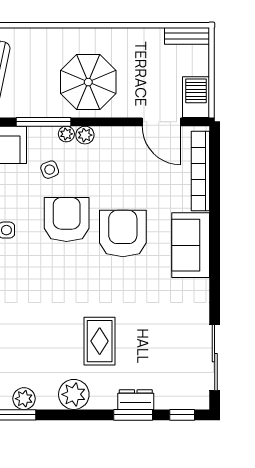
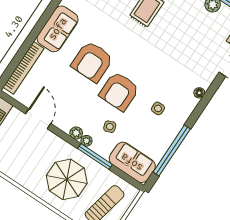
parasol: (88, 82) -> (67, 179), moved
door: (161, 122) -> (38, 119), moved

